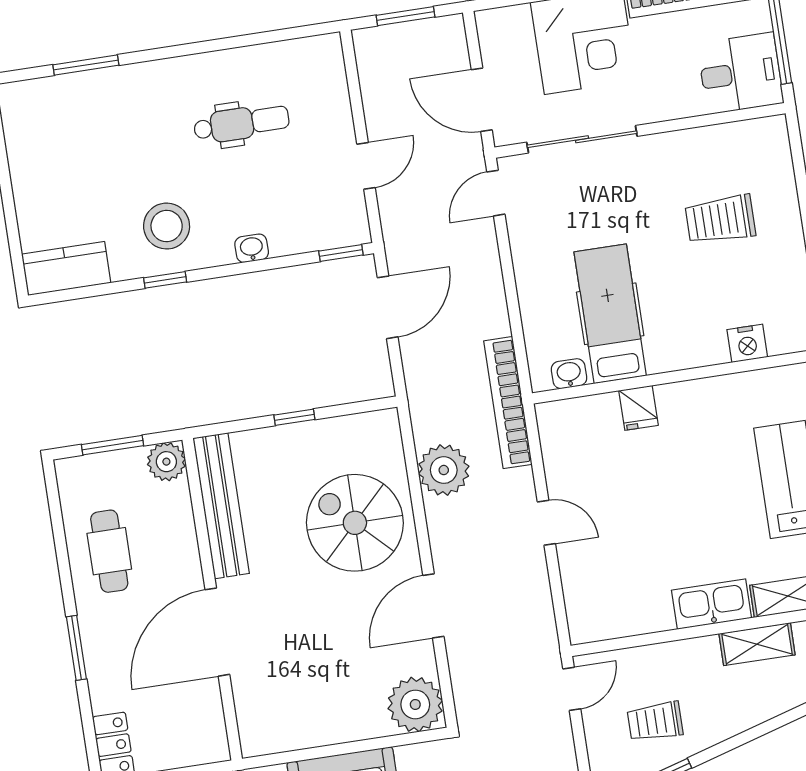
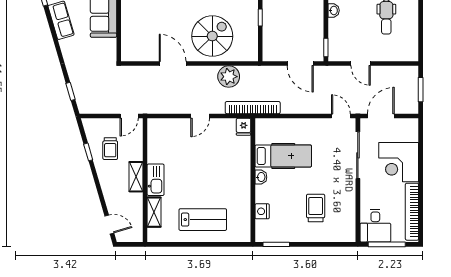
washbasin: (569, 374) -> (261, 177), moved
fridge: (639, 408) -> (244, 127), moved, turned -90
shelving: (757, 644) -> (136, 177), moved
door: (572, 689) -> (129, 116), hinge flipped
plant: (415, 704) -> (133, 50), removed
trolley: (655, 721) -> (110, 149), turned 180

